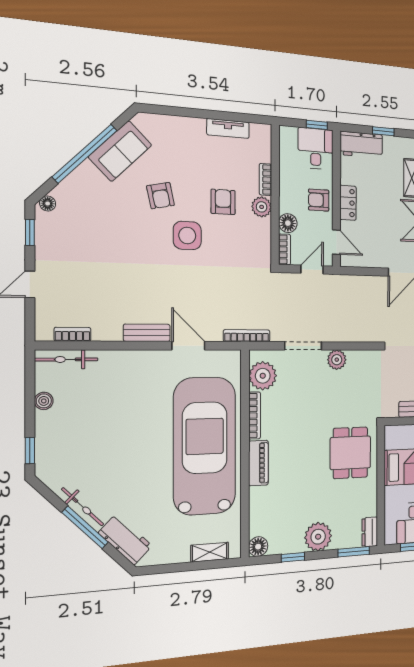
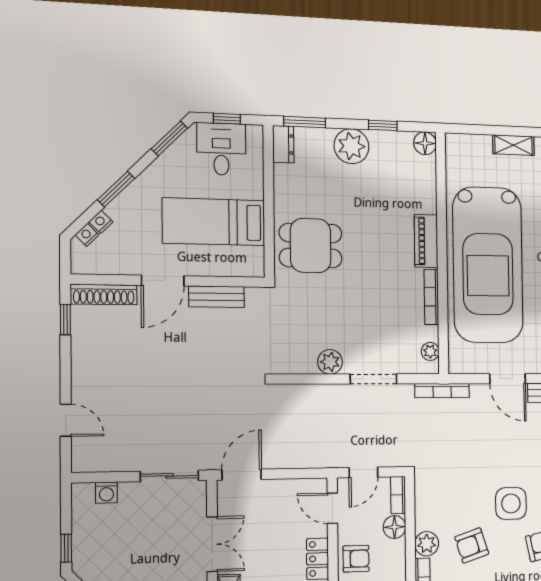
armchair: (223, 202) -> (472, 545), turned 72
plant: (263, 376) -> (430, 351), width x0.53, depth x0.53
dining table: (350, 453) -> (311, 246), turned 90
shelving: (210, 552) -> (513, 145), moved

